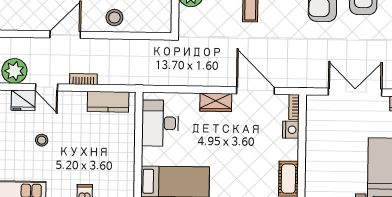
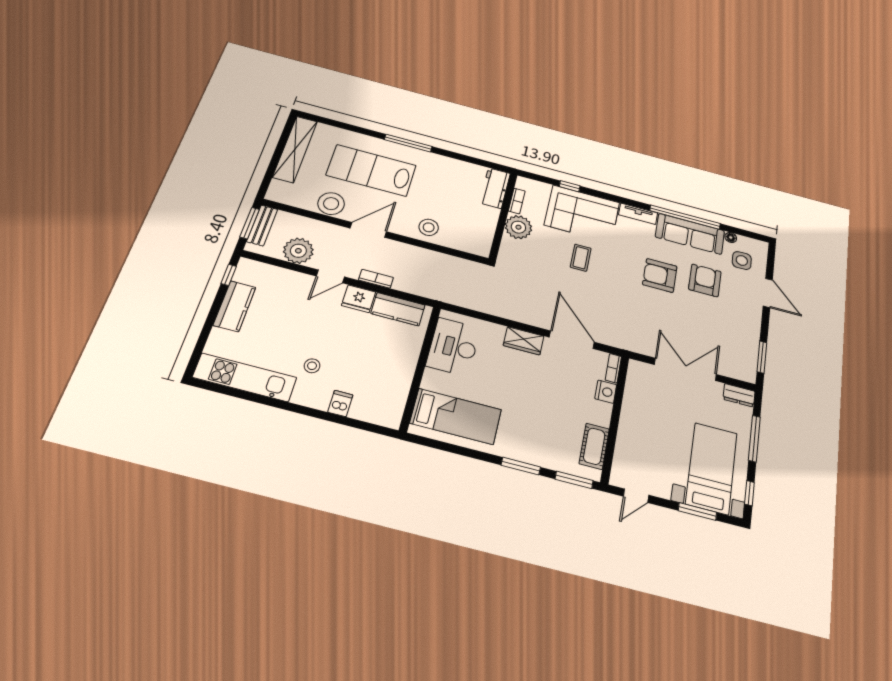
stool: (28, 18) -> (331, 204), added
door: (47, 87) -> (330, 276), hinge flipped
fridge: (23, 100) -> (359, 299), moved
stool: (42, 140) -> (312, 366), moved

